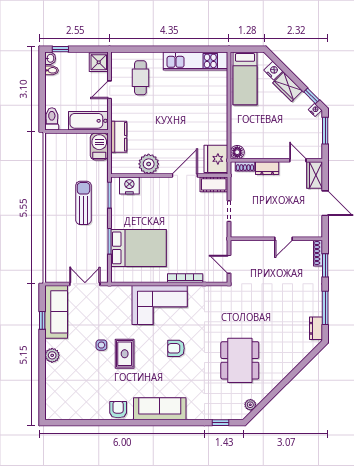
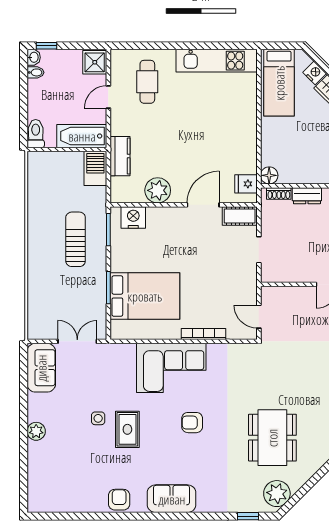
fridge: (216, 159) -> (246, 184), width x0.53, depth x0.75
sofa: (56, 312) -> (41, 368), width x0.73
window: (42, 320) -> (24, 387), removed
plant: (250, 405) -> (277, 494), width x1.87, depth x1.87
sofa: (160, 409) -> (172, 499), width x0.73

